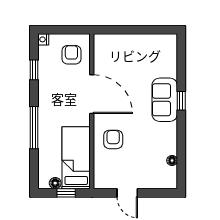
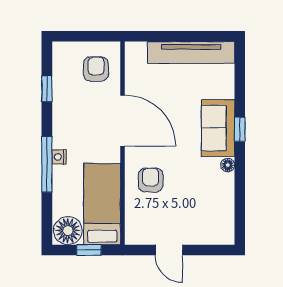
nightstand: (43, 39) -> (59, 157), moved
tv unit: (144, 42) -> (191, 53), added
floor lamp: (172, 160) -> (228, 165), moved
floor lamp: (55, 183) -> (68, 231), width x1.89, depth x1.89

